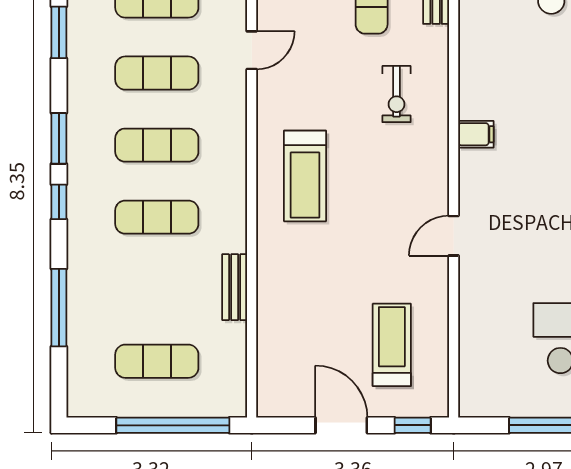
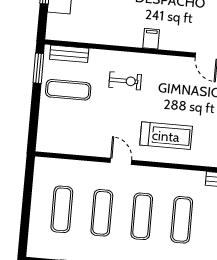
door: (252, 50) -> (121, 161), moved

